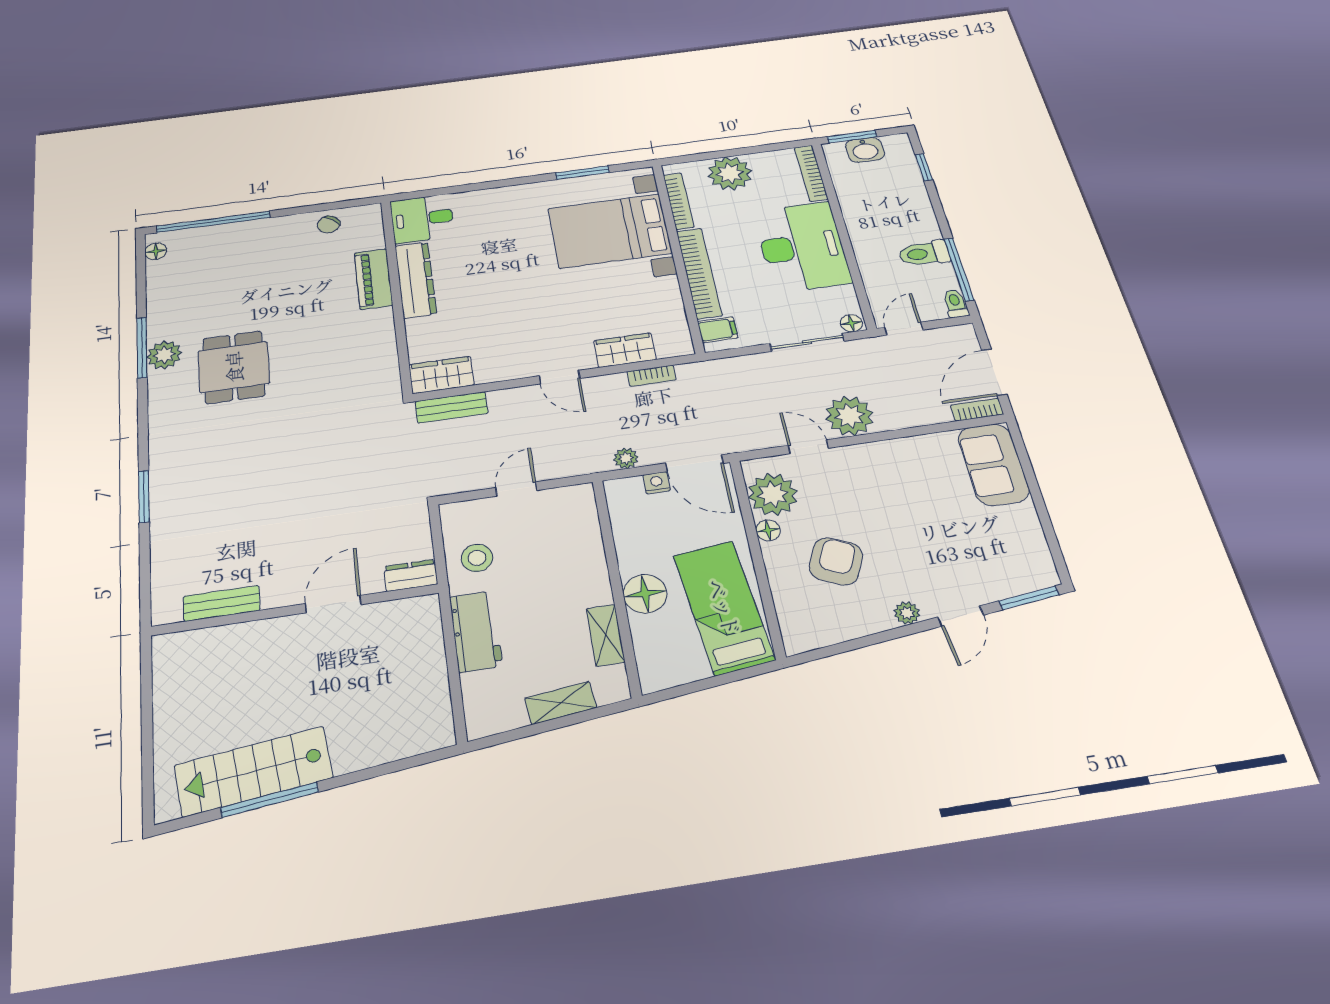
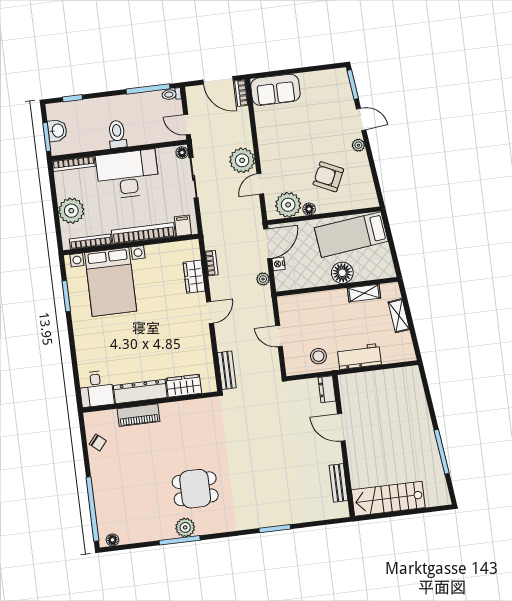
toilet: (924, 253) -> (117, 134), moved, turned 180
wardrobe: (441, 375) -> (184, 386), moved, turned 90
stairs: (254, 771) -> (388, 499), moved, turned 97

